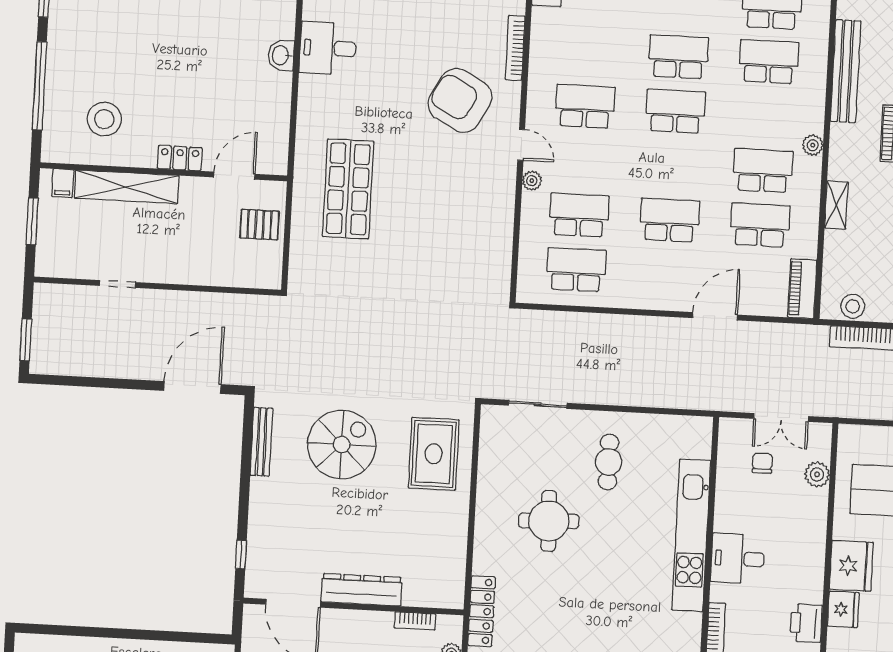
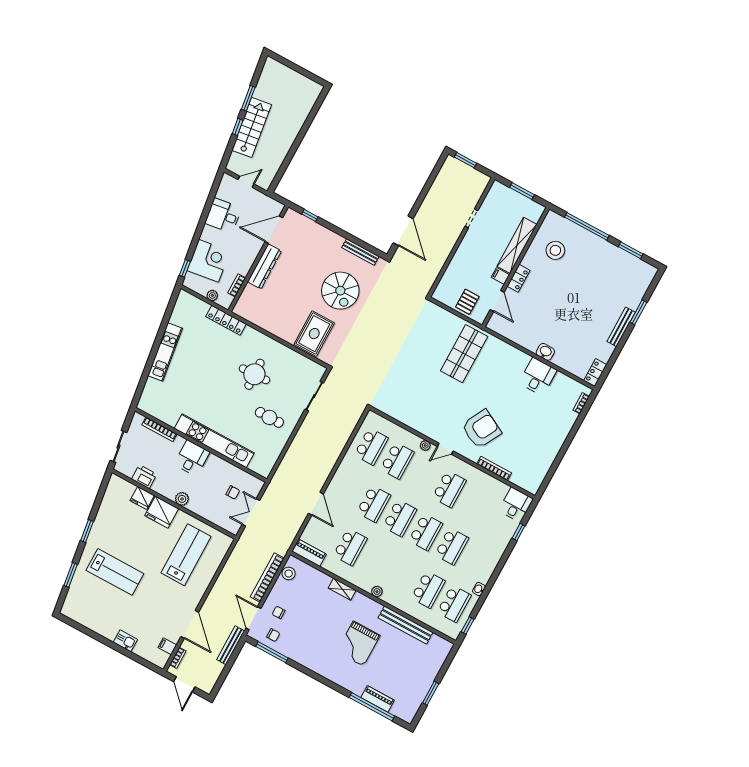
school desk: (763, 171) -> (400, 518), moved
filing cabinet: (63, 183) -> (500, 276), moved
shop shelf: (348, 189) -> (464, 354), turned 90
rug: (434, 454) -> (314, 334), turned 90
plant: (817, 474) -> (182, 499), moved

